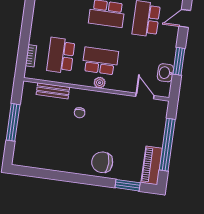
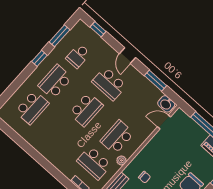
washbasin: (165, 73) -> (166, 104), moved
plant: (100, 83) -> (121, 160), moved

